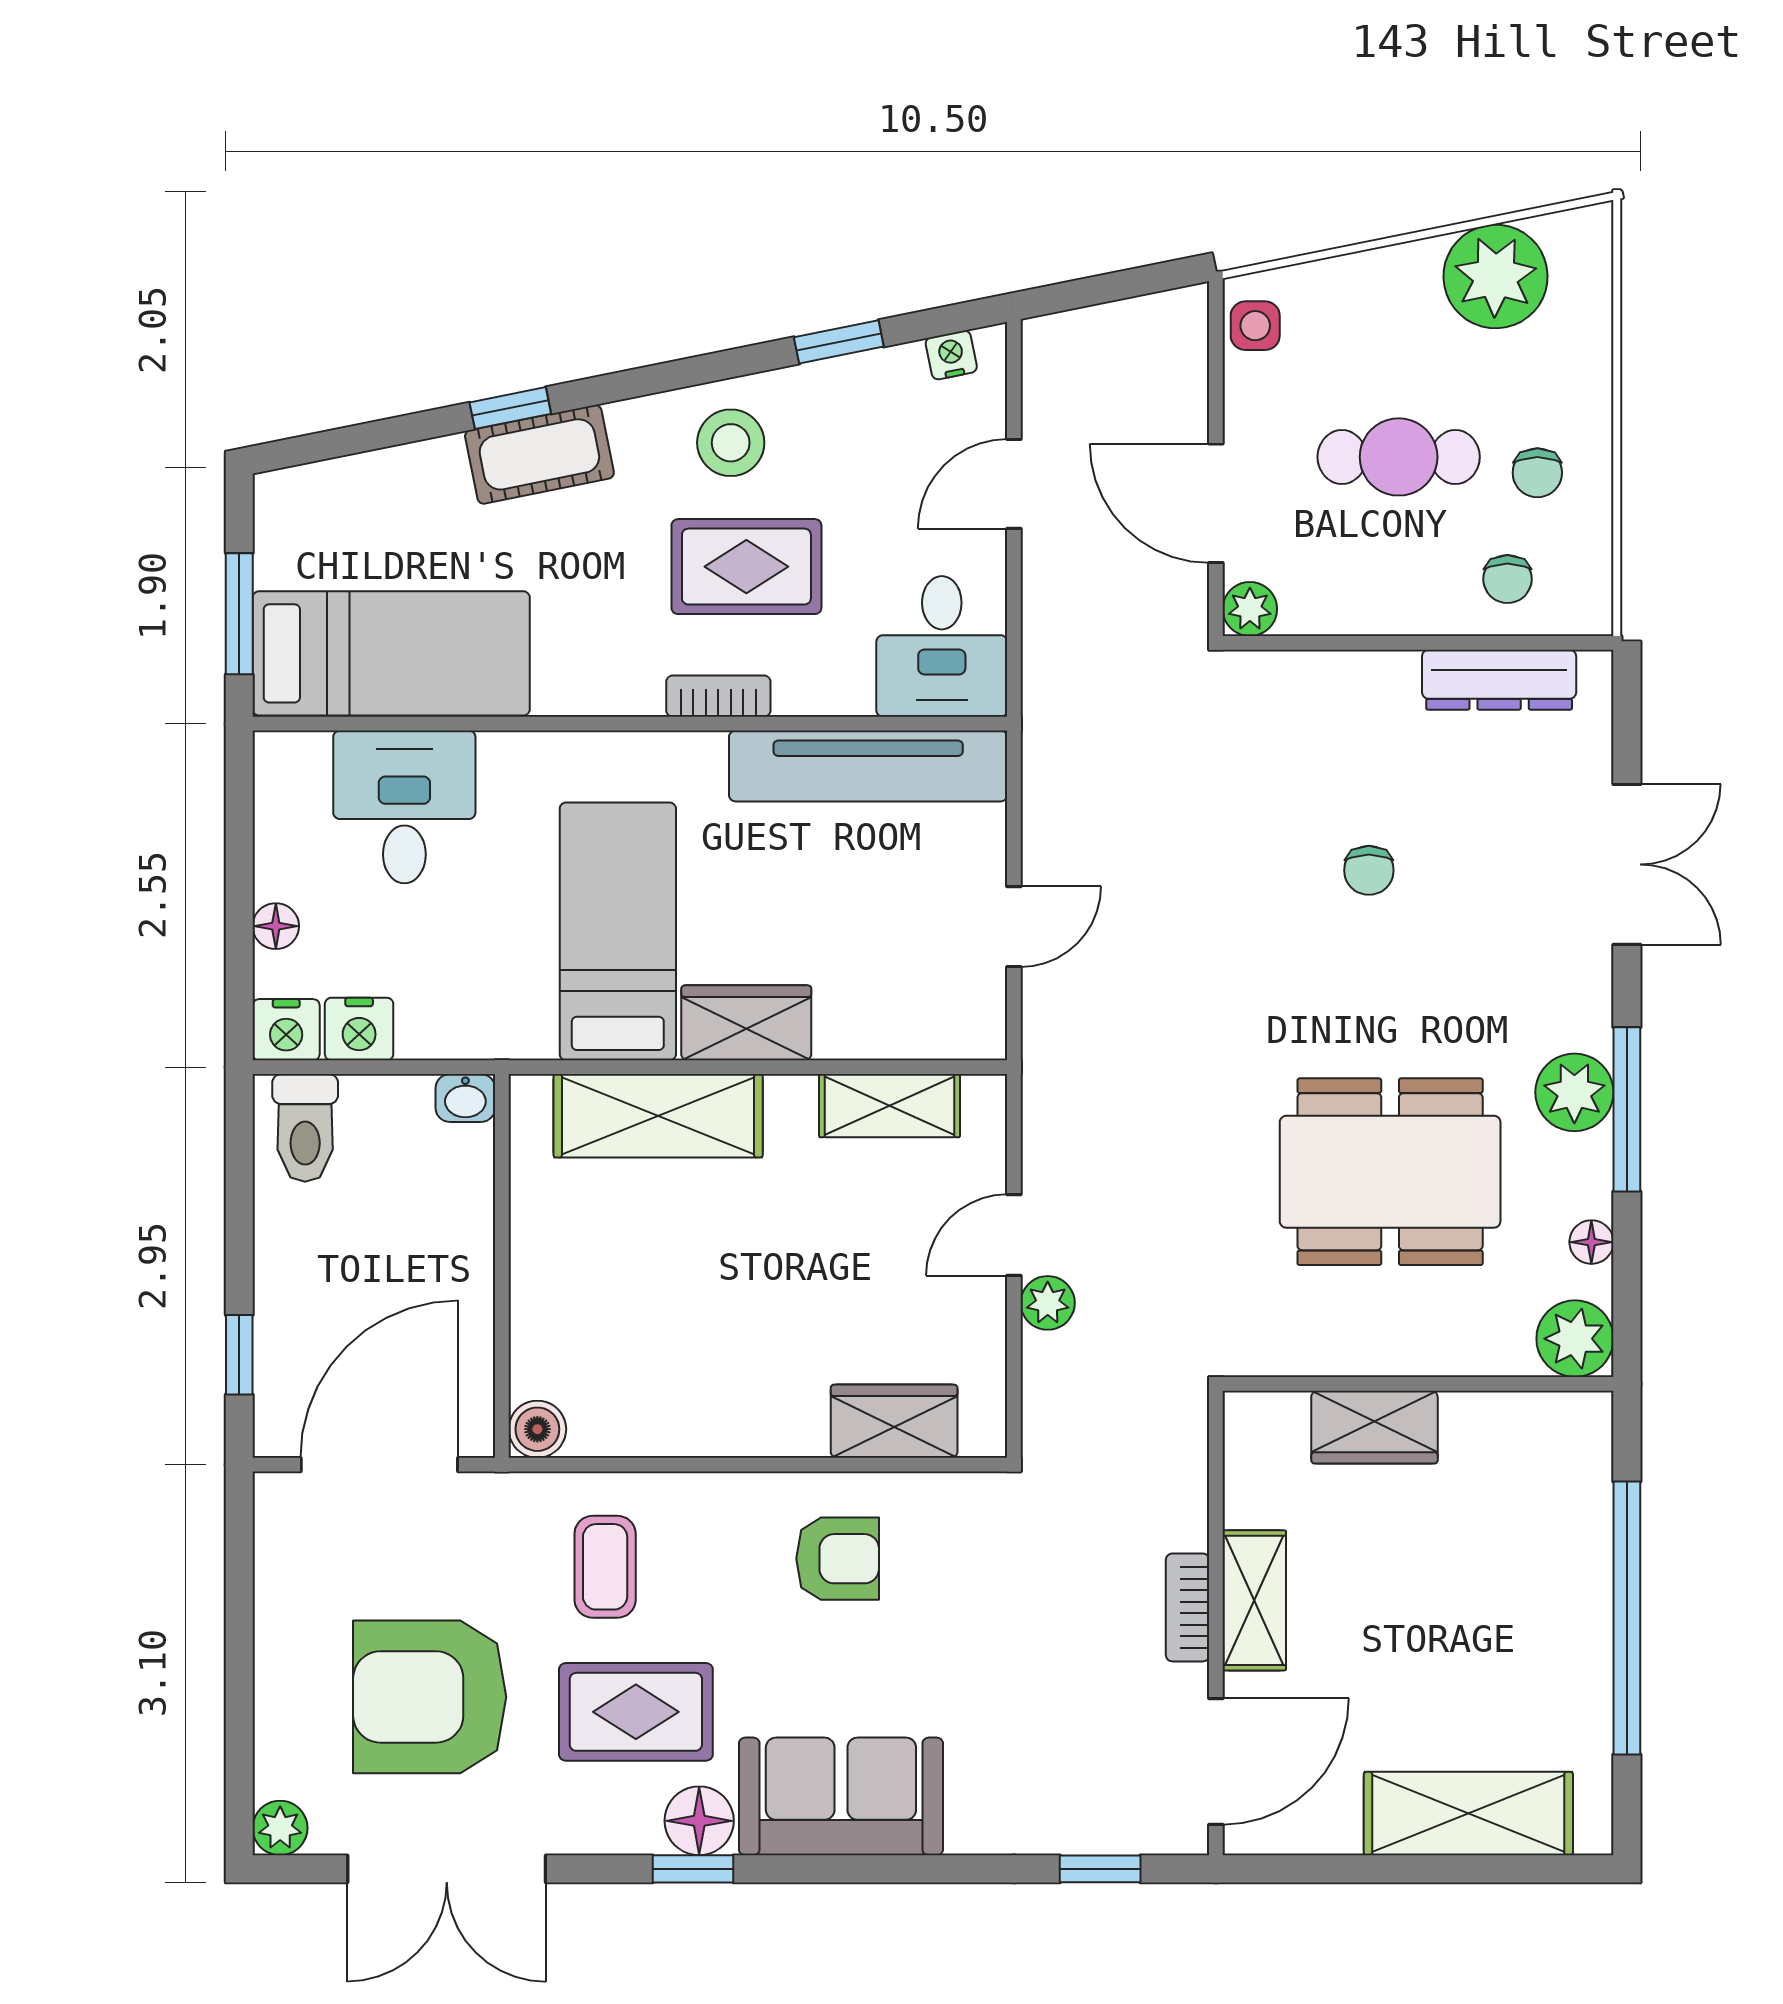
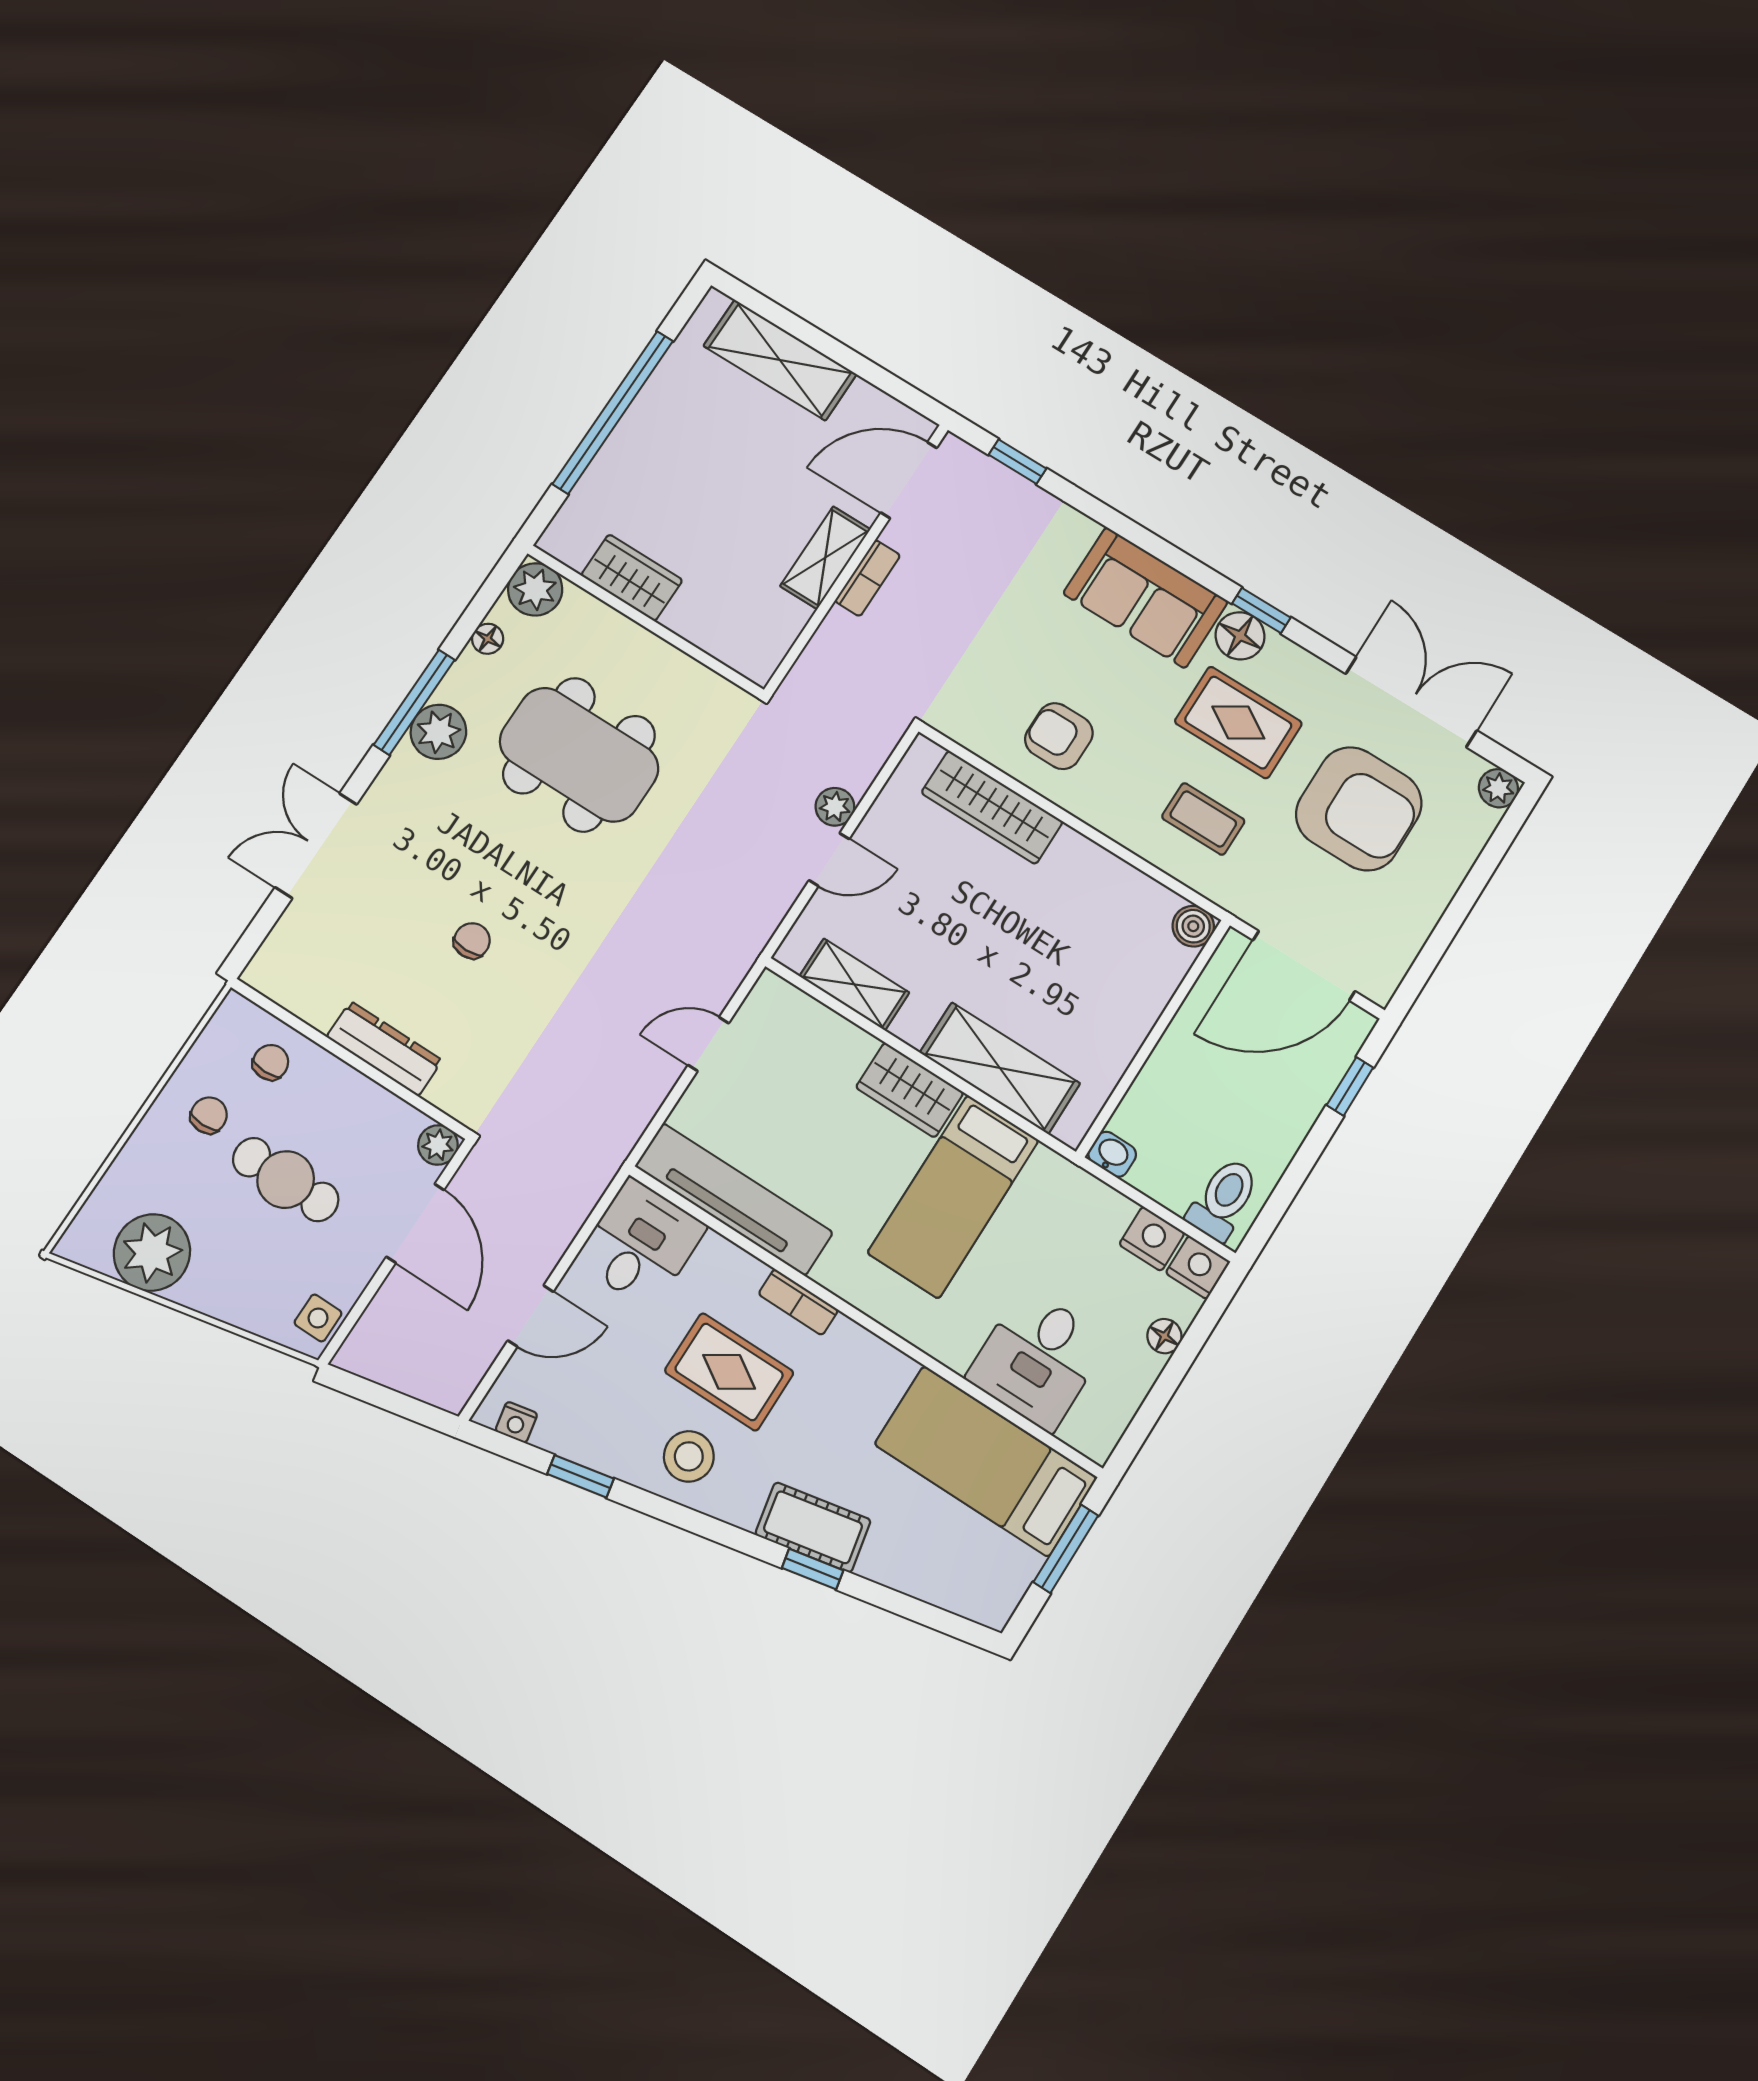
dresser: (1499, 680) -> (384, 1049), moved
wardrobe: (894, 1421) -> (992, 807), width x1.50
wardrobe: (1374, 1427) -> (632, 578), moved
coffee table: (605, 1567) -> (1203, 819), turned 90

